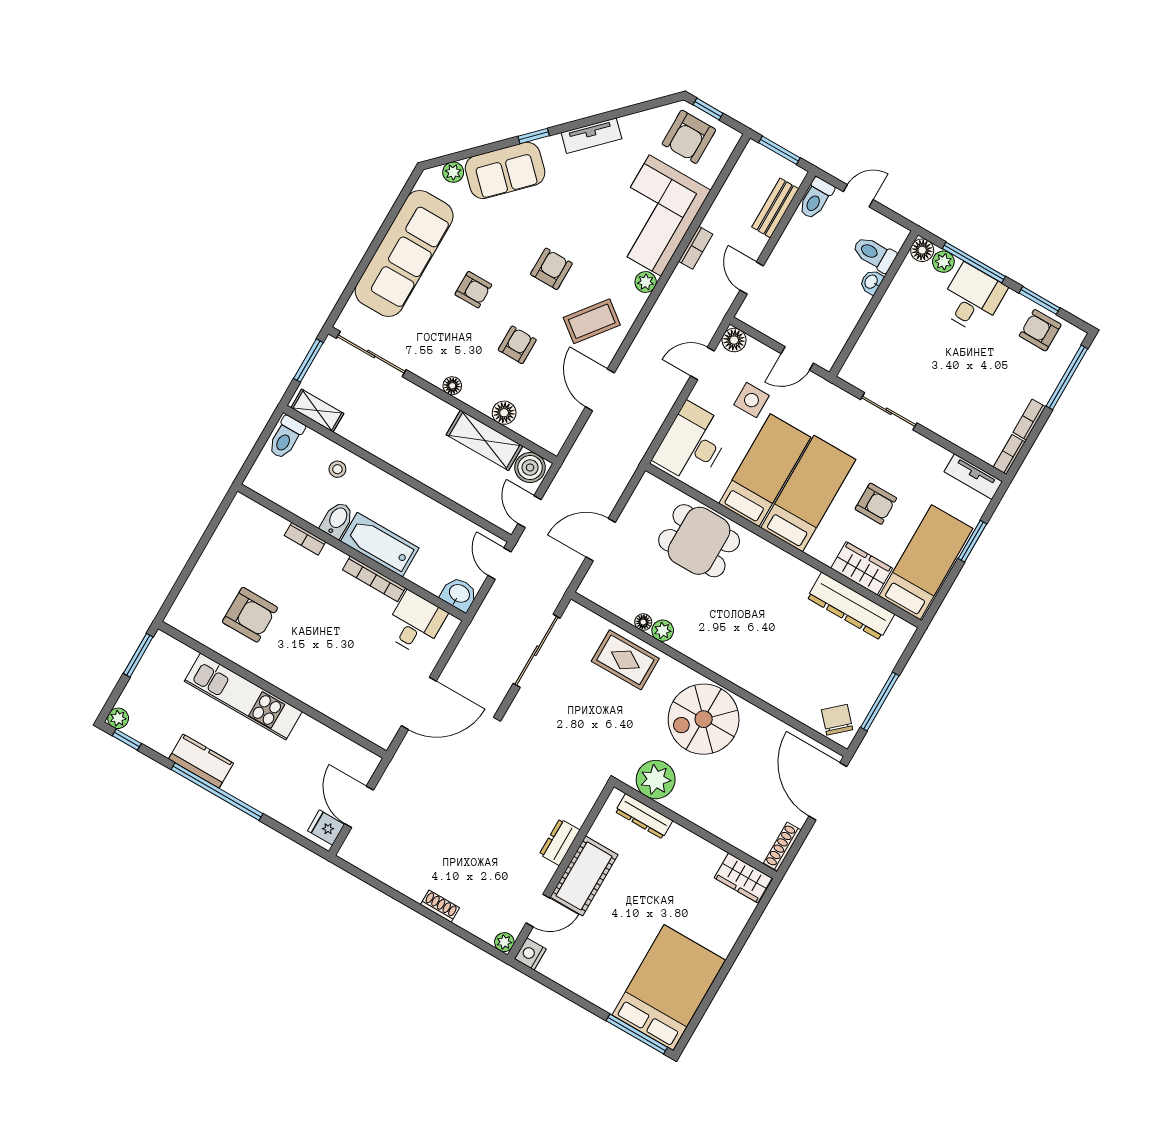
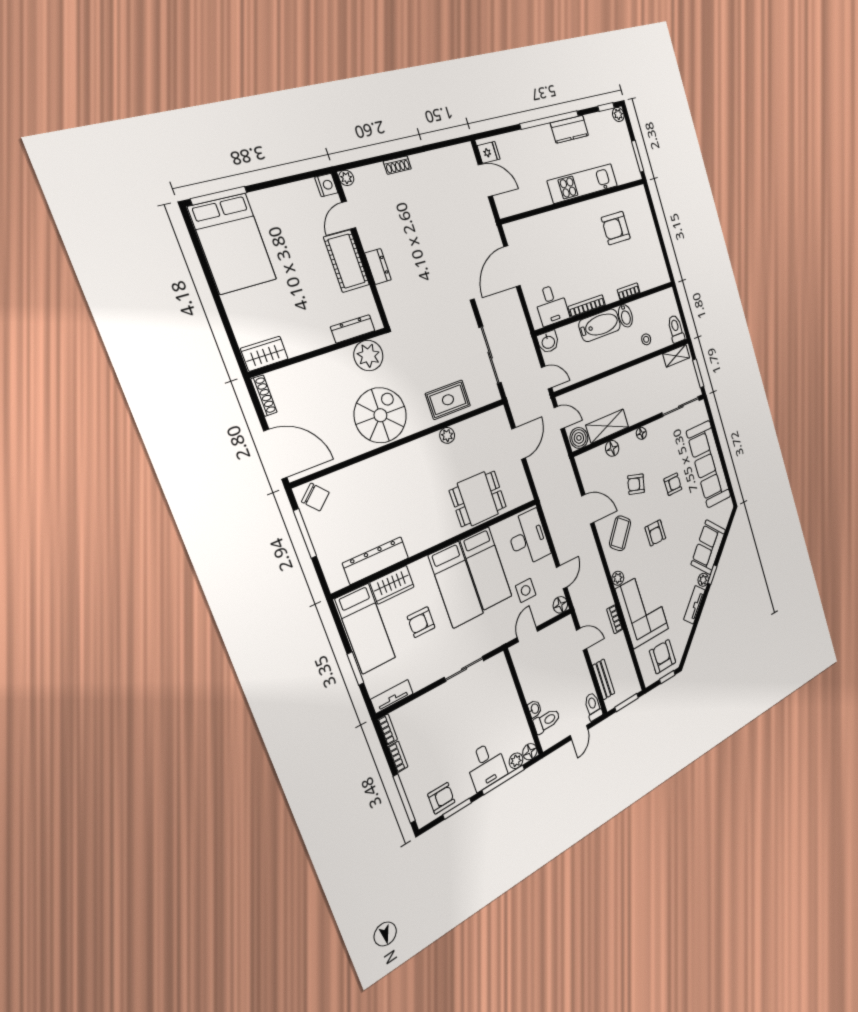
plant: (453, 172) -> (703, 580), moved
armchair: (473, 290) -> (673, 484), turned 180
armchair: (517, 345) -> (636, 484), turned 105
floor lamp: (643, 622) -> (460, 428), removed

